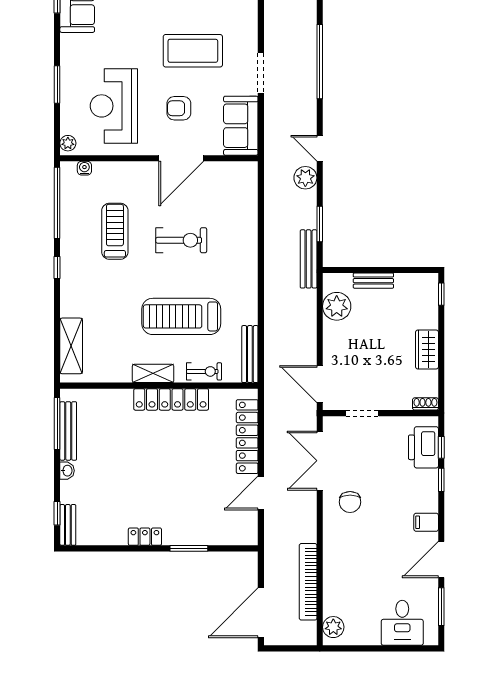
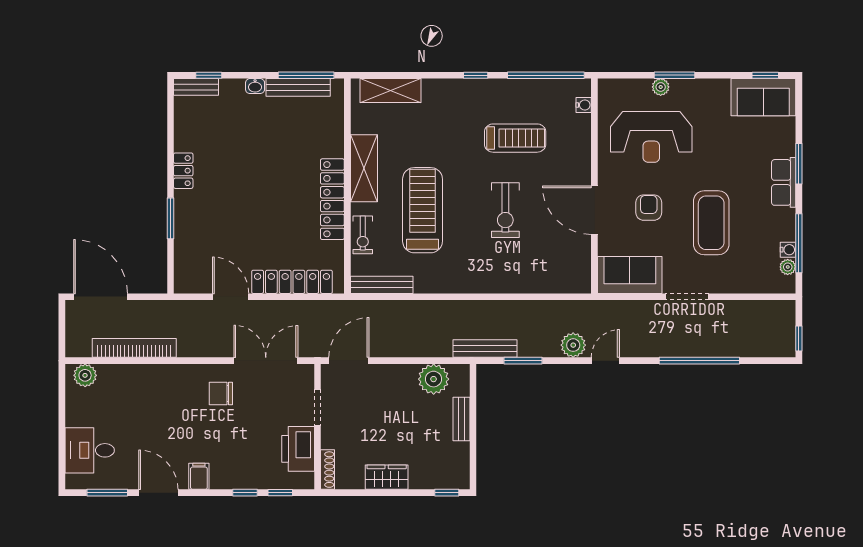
reception desk: (114, 106) -> (651, 137), turned 180
plant: (68, 143) -> (661, 87), moved
shelving: (153, 373) -> (364, 168), width x1.50, depth x1.33
shoe rack: (425, 404) -> (327, 470), width x1.43
printer: (423, 447) -> (298, 449), moved, turned -90

